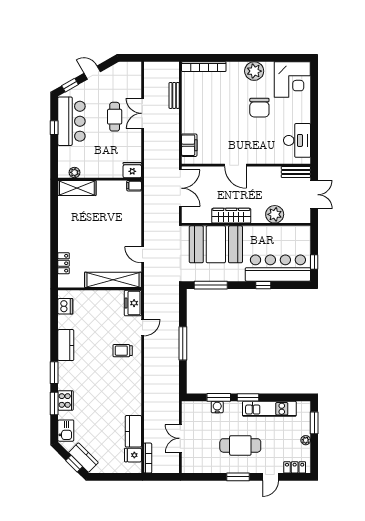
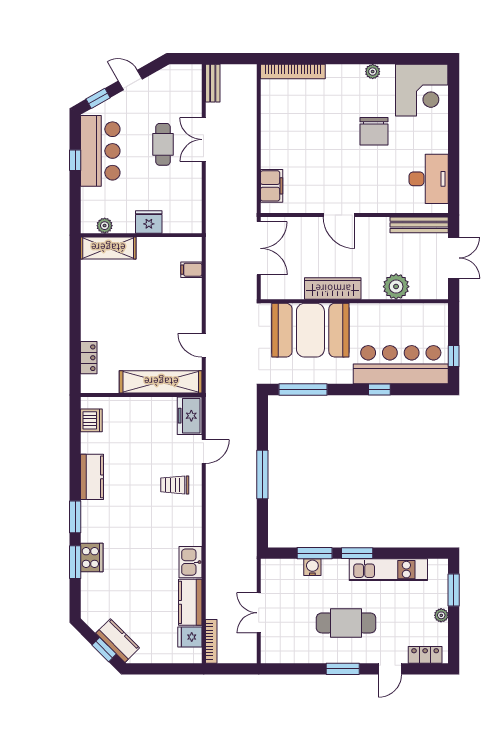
plant: (254, 71) -> (373, 72), width x0.53, depth x0.53
bench: (174, 95) -> (213, 83), moved
fridge: (132, 170) -> (149, 222), moved
bench: (296, 172) -> (419, 225), width x1.36
filing cabinet: (134, 186) -> (191, 270), moved
kitchen sink: (66, 431) -> (190, 562), moved, turned 180

